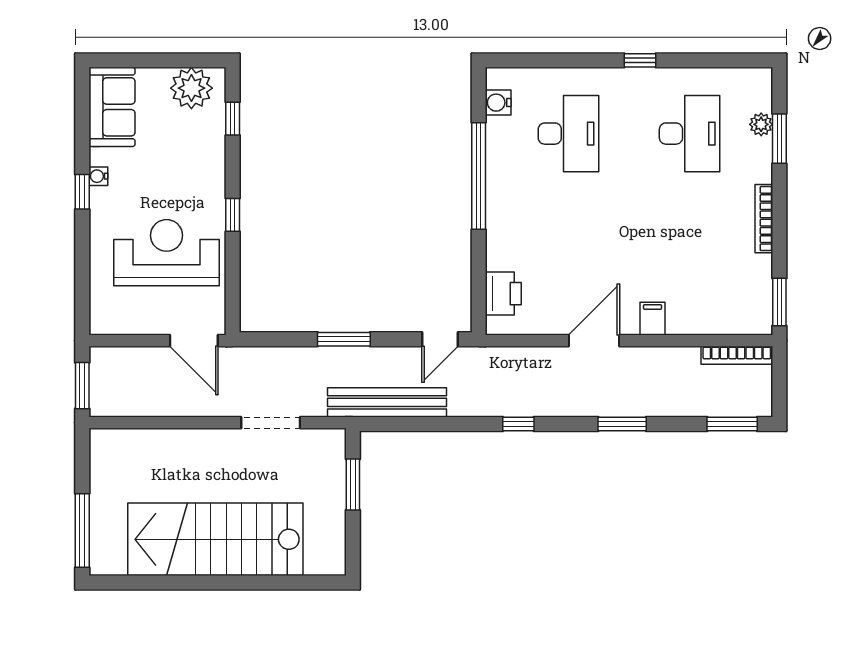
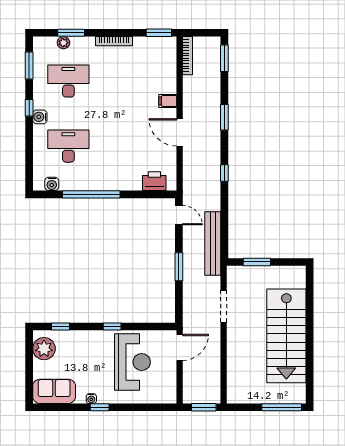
window: (719, 60) -> (29, 66), added
water cooler: (623, 80) -> (40, 117), added
reception desk: (167, 253) -> (132, 362), turned 180

